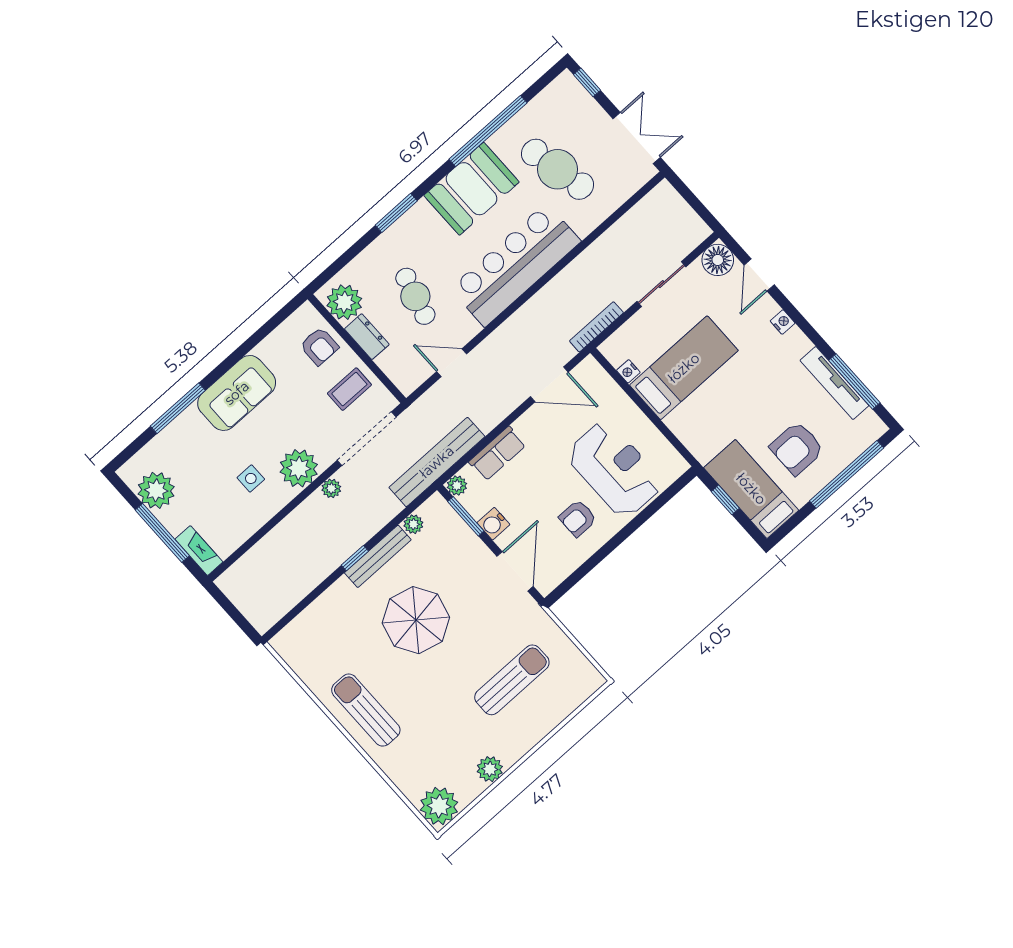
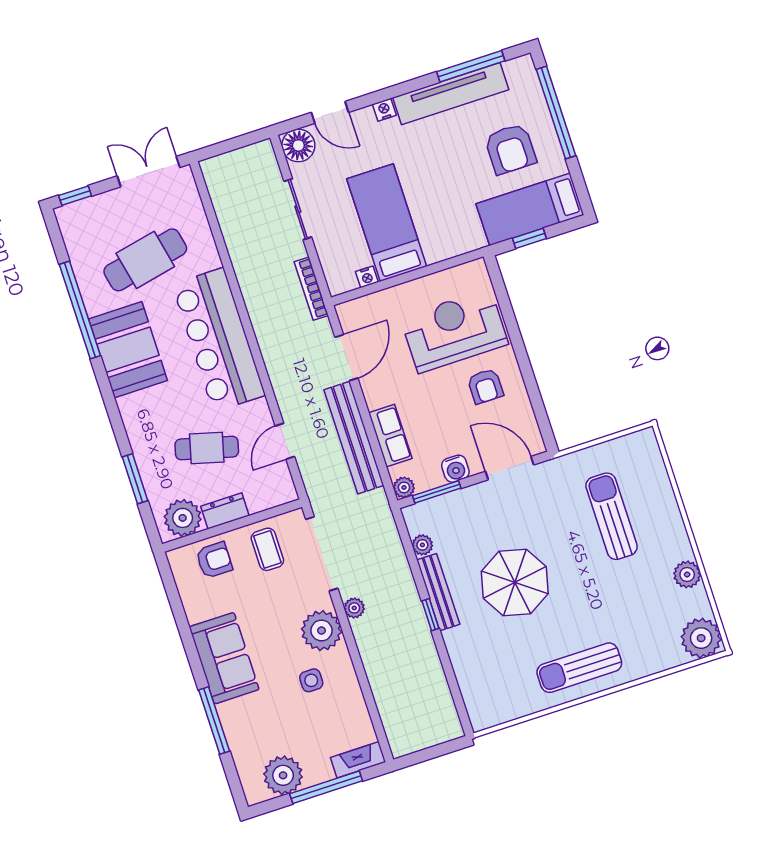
window: (396, 213) -> (135, 479), moved
tv unit: (834, 383) -> (451, 94), width x1.36, depth x1.29
bench: (437, 462) -> (354, 438), moved

